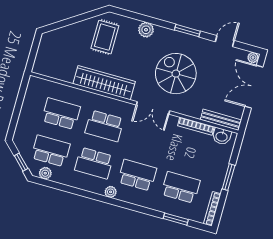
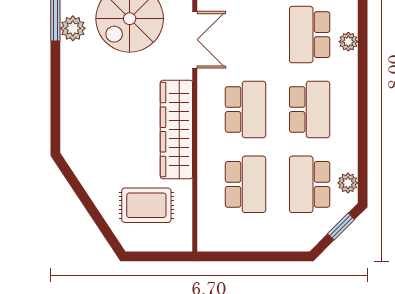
plant: (146, 30) -> (73, 28), moved
rug: (105, 37) -> (146, 205), moved
school desk: (61, 114) -> (245, 184), turned 180
plant: (111, 192) -> (348, 42), moved

